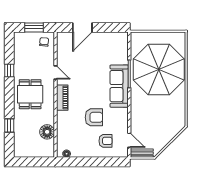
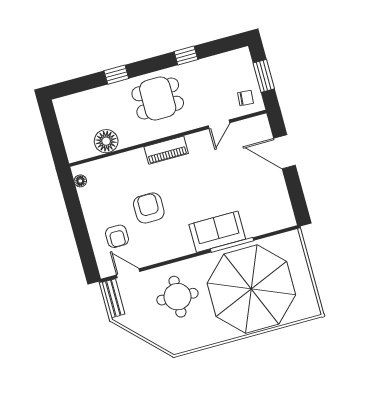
door: (55, 73) -> (219, 124), moved
sofa: (119, 86) -> (217, 232), width x0.73
round table: (151, 115) -> (177, 297), added
armchair: (94, 117) -> (149, 208), turned 180
window: (9, 125) -> (116, 75), moved
door: (129, 140) -> (128, 273), swing flipped

